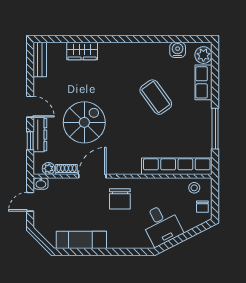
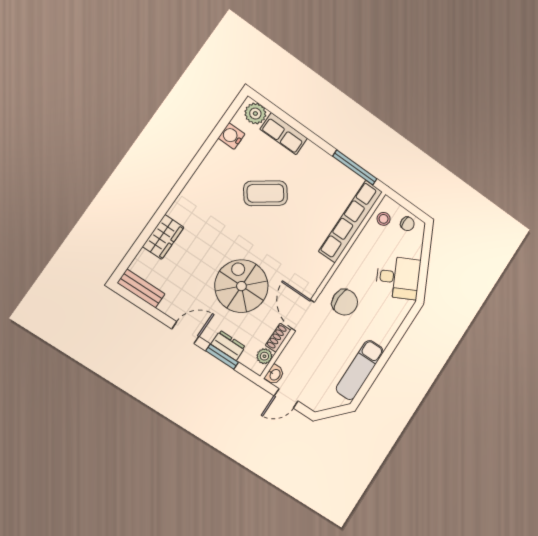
window: (215, 129) -> (355, 167), moved
dresser: (40, 135) -> (228, 345), width x0.70
window: (30, 141) -> (222, 357), width x1.50
door: (30, 202) -> (286, 398), hinge flipped

